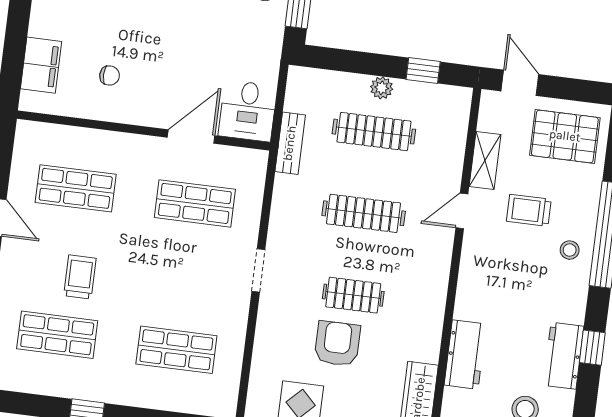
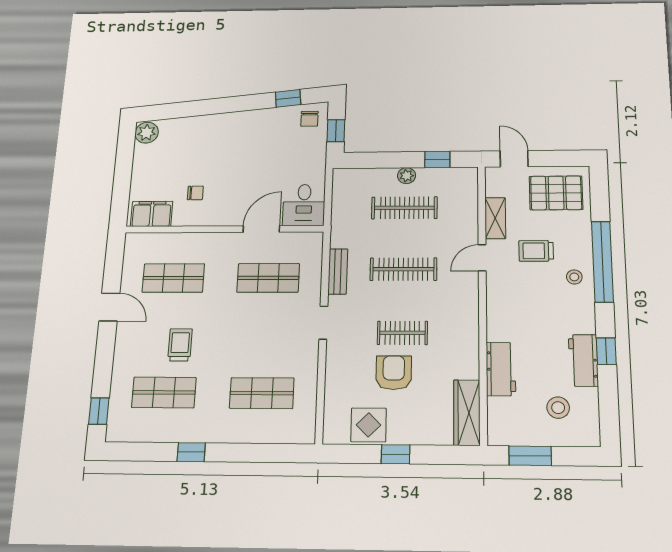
filing cabinet: (41, 65) -> (152, 214), moved, turned -90
bench: (290, 143) -> (338, 271), moved

